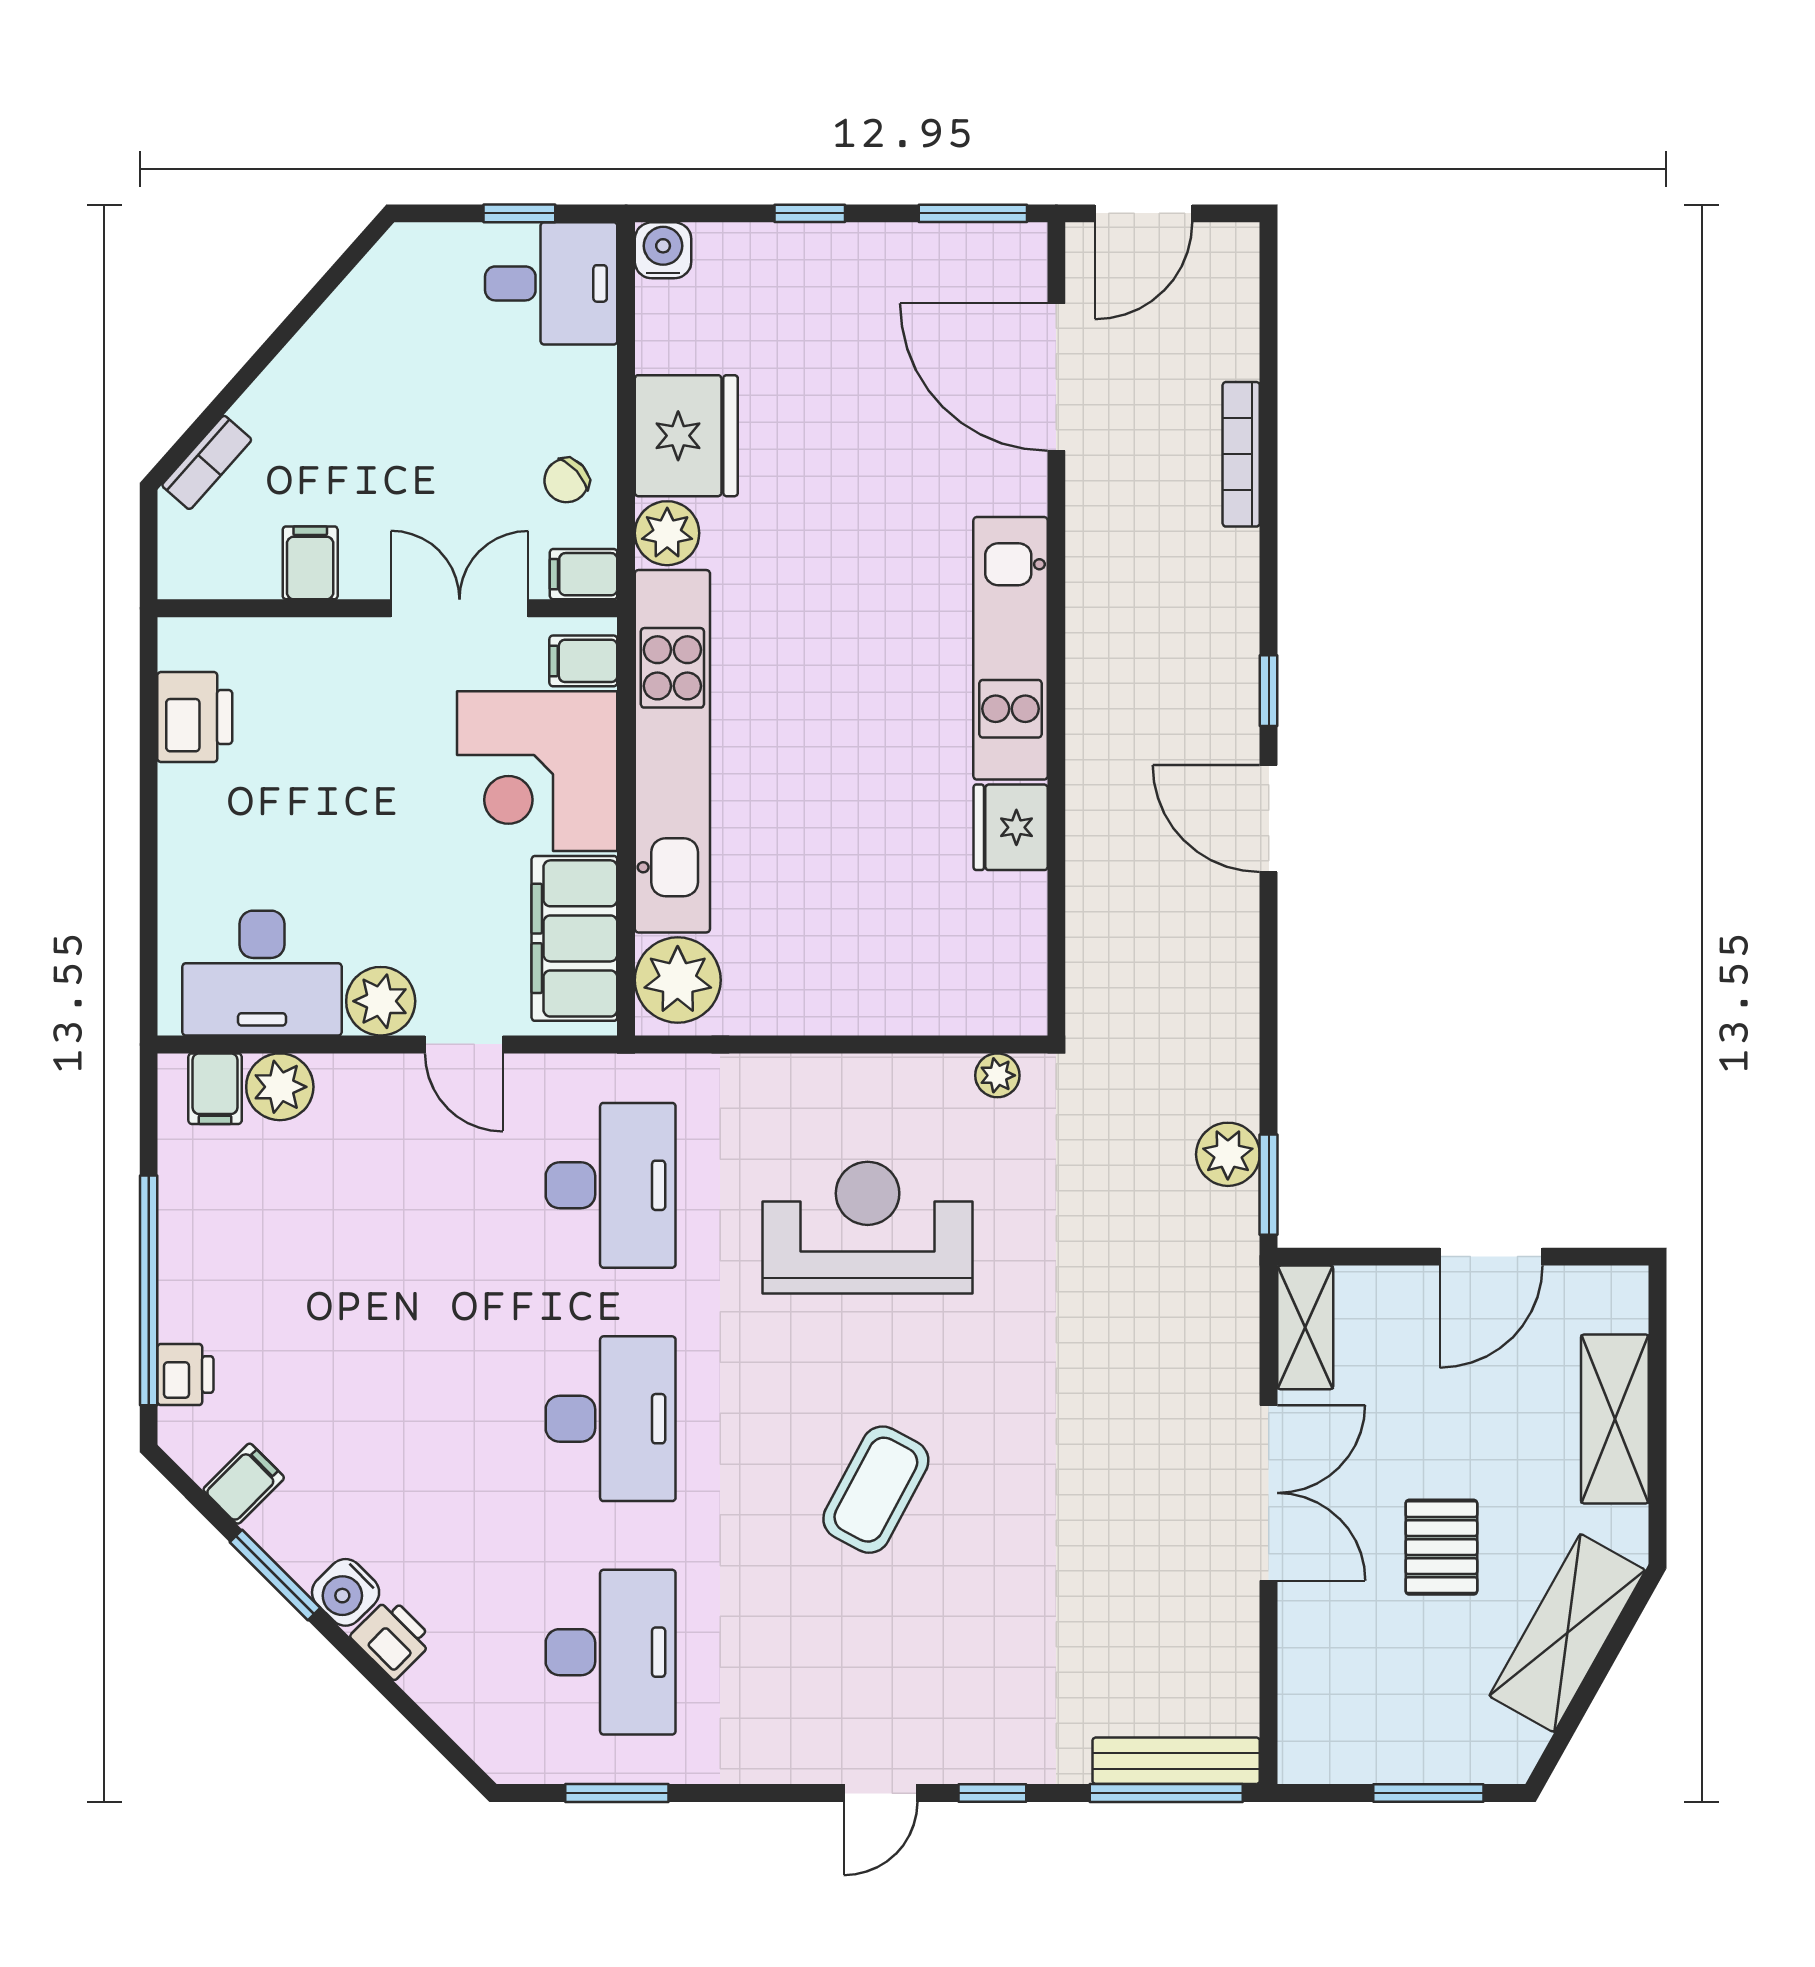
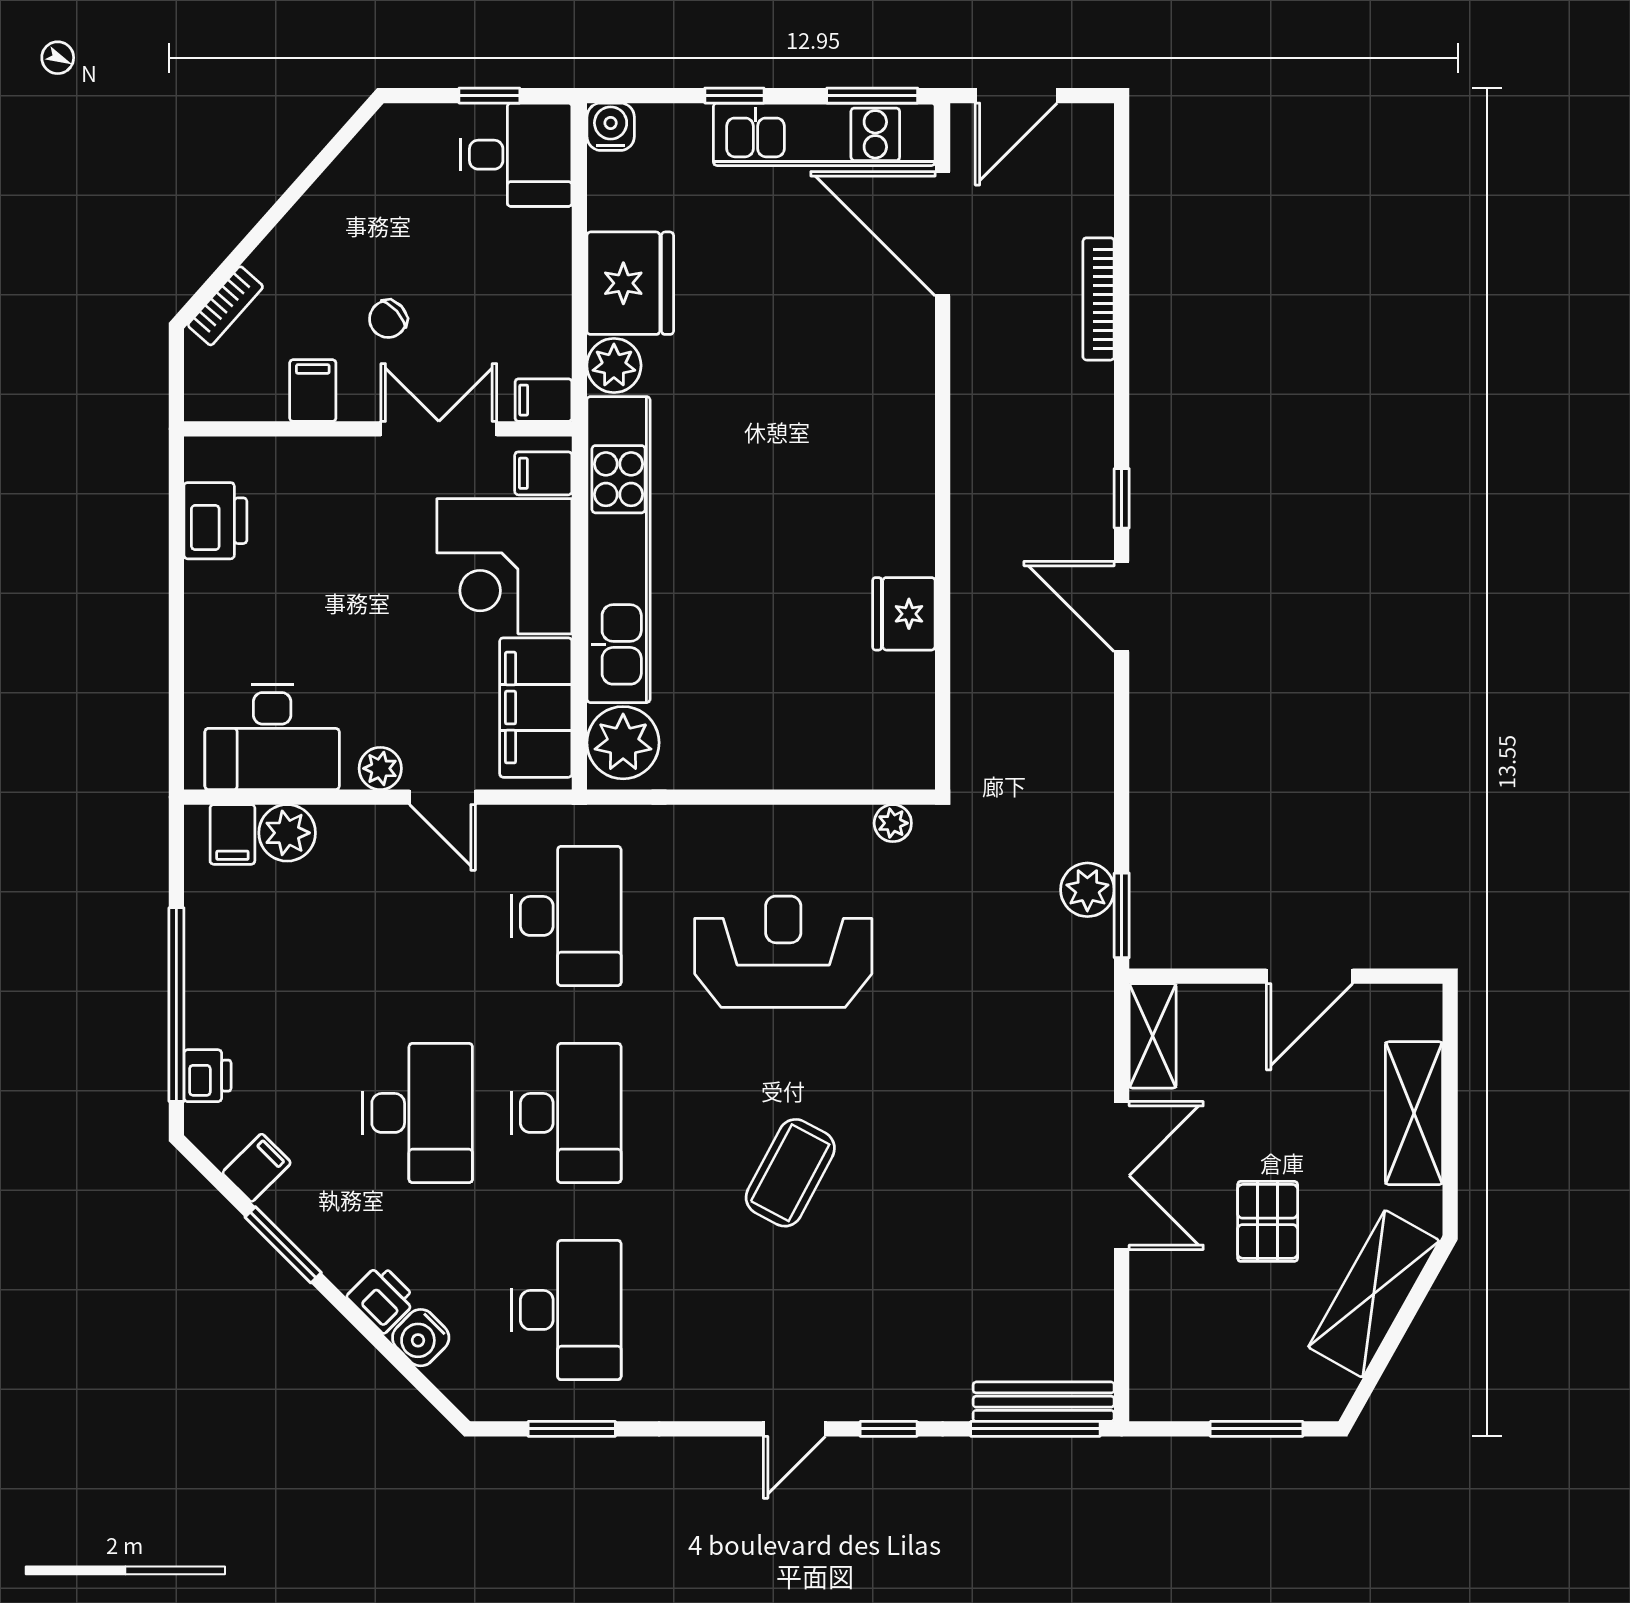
chair: (566, 480) -> (388, 319), moved
kitchen unit: (1011, 648) -> (824, 134), moved, turned -90
plant: (381, 1001) -> (380, 768), width x0.73, depth x0.73
desk: (435, 1419) -> (418, 1113), added
water cooler: (346, 1592) -> (421, 1338), moved

